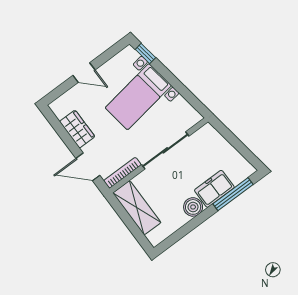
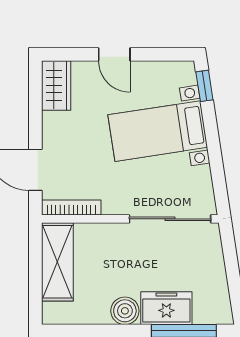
wardrobe: (77, 129) -> (56, 85), moved
sliding door: (165, 150) -> (170, 219), moved

